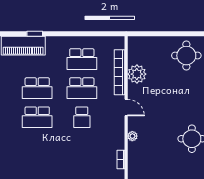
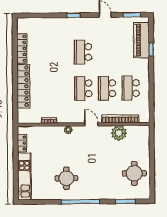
school desk: (37, 88) -> (107, 52), removed
door: (126, 108) -> (91, 124), swing flipped
school desk: (82, 117) -> (83, 88), width x1.85

